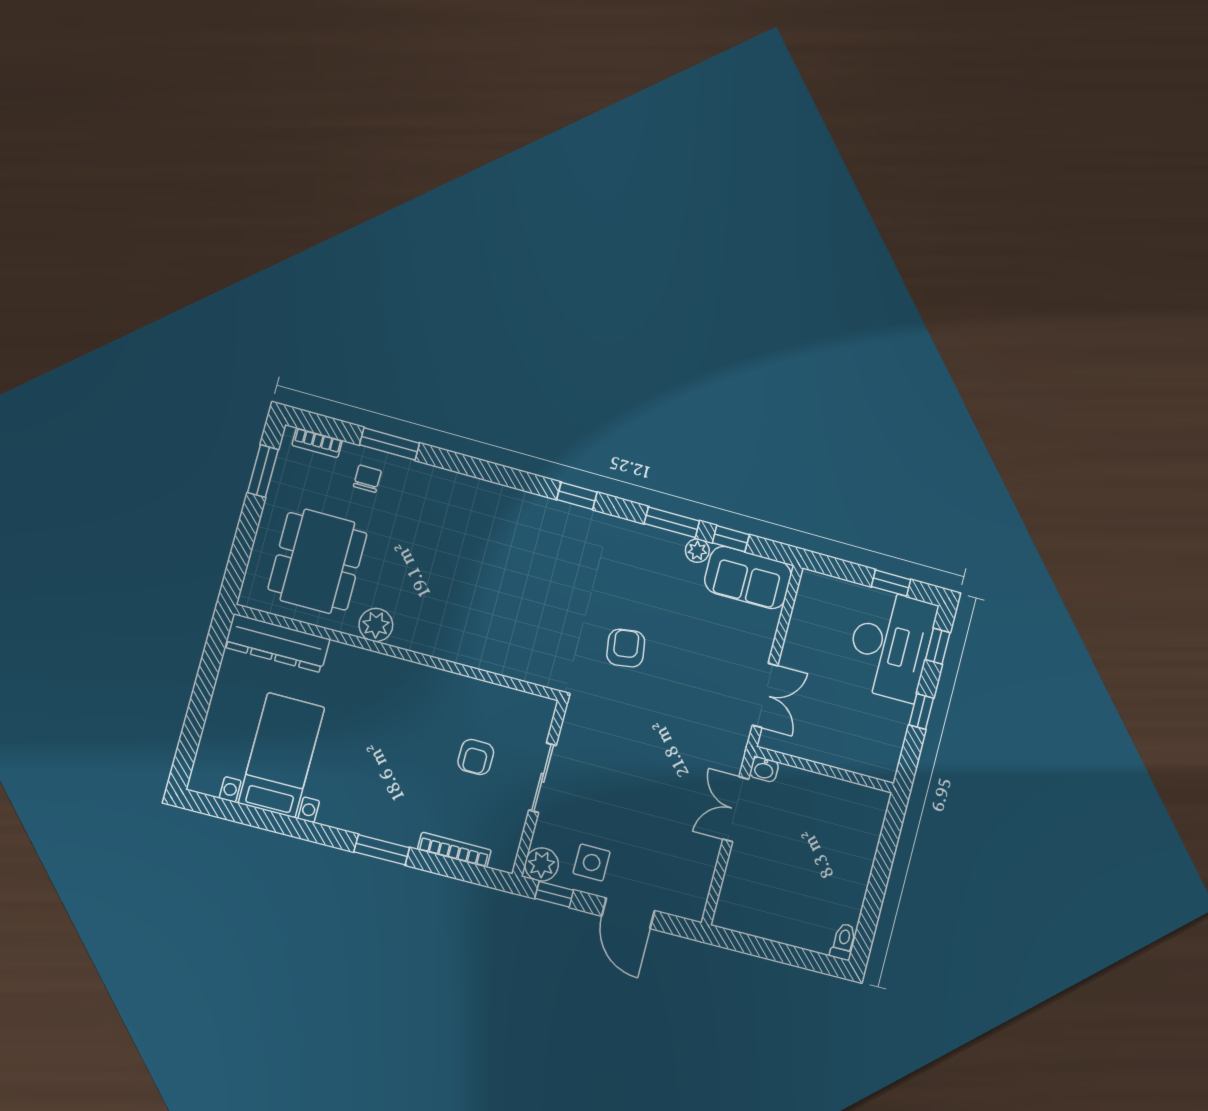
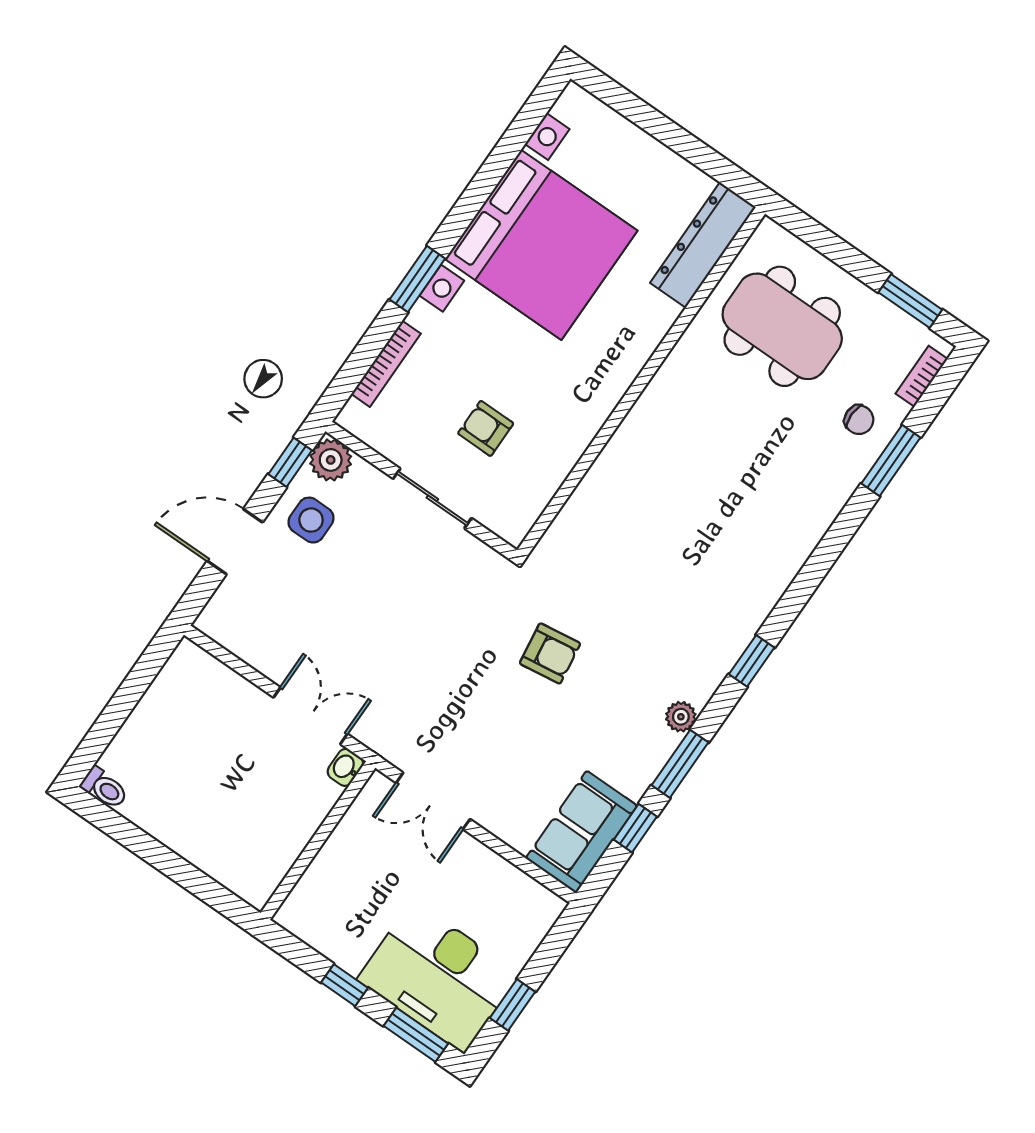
plant: (697, 551) -> (681, 717), moved
plant: (376, 625) -> (683, 367), removed
window: (938, 646) -> (416, 1035), width x1.50
bed with nightstands: (281, 755) -> (541, 245), width x1.85

